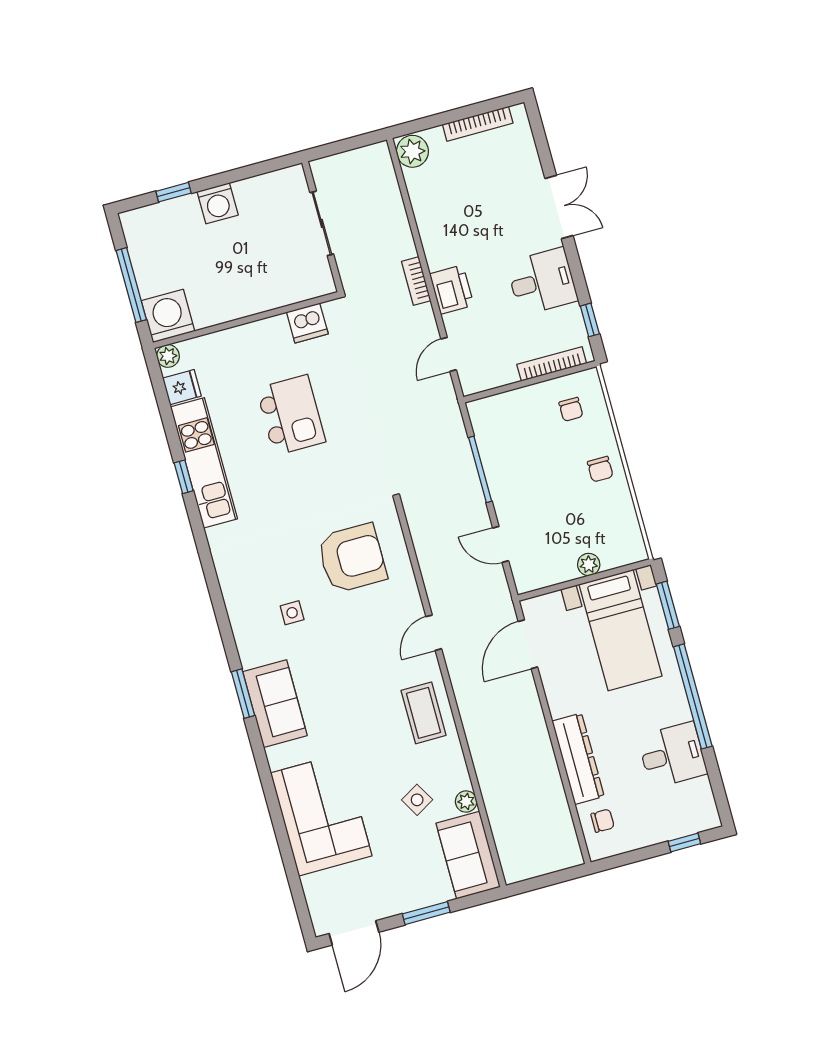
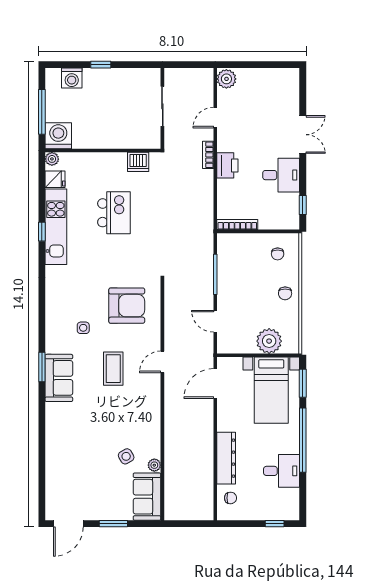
bookcase: (478, 124) -> (269, 73), removed
window: (174, 192) -> (101, 65), moved
washing machine: (218, 203) -> (72, 78), moved
door: (449, 354) -> (215, 118), moved
bookcase: (552, 364) -> (237, 225), moved
plant: (589, 564) -> (269, 341), width x1.88, depth x1.88
coffee table: (424, 713) -> (113, 369), moved
corner sofa: (321, 814) -> (68, 450), removed

